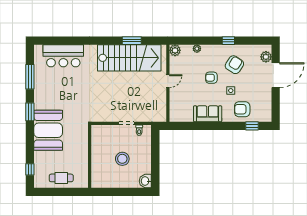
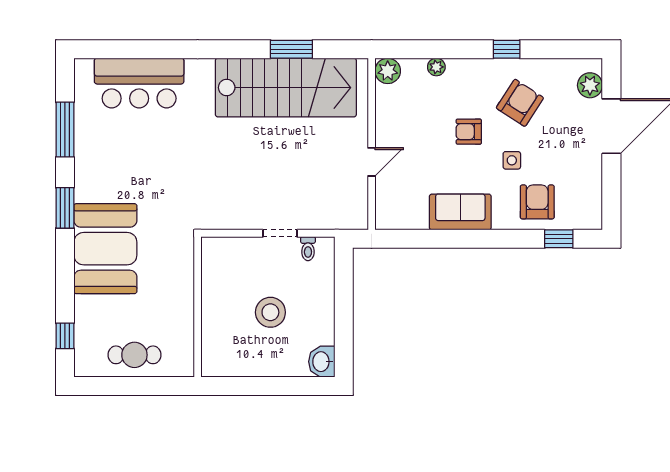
door: (168, 81) -> (372, 162), moved
armchair: (242, 109) -> (537, 202), turned 90

